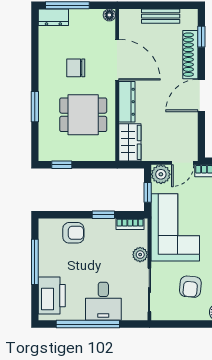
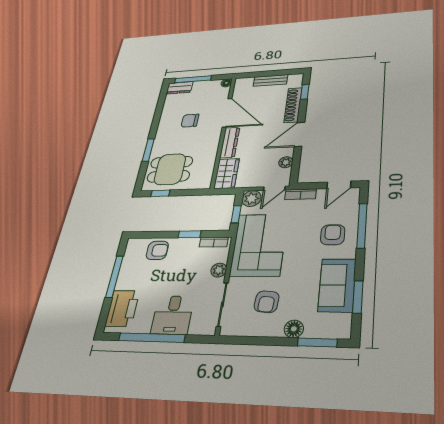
dining table: (83, 115) -> (170, 169), moved
plant: (191, 131) -> (286, 162), added

